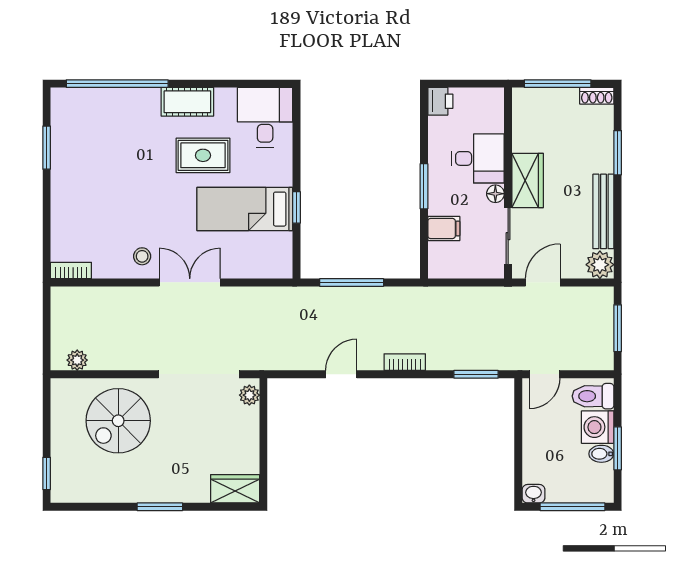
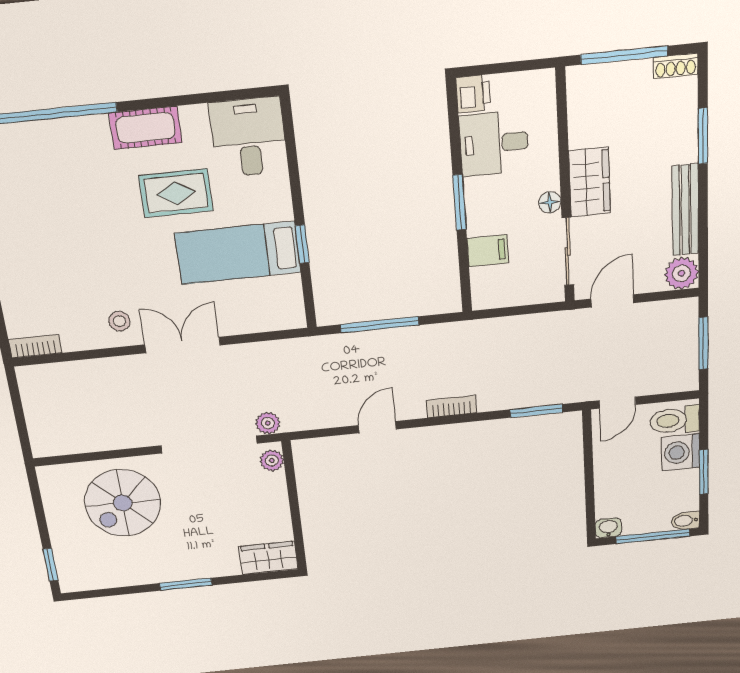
desk: (478, 158) -> (494, 143), moved, turned 180
plant: (77, 360) -> (268, 423), moved
bidet: (601, 454) -> (685, 521), moved

